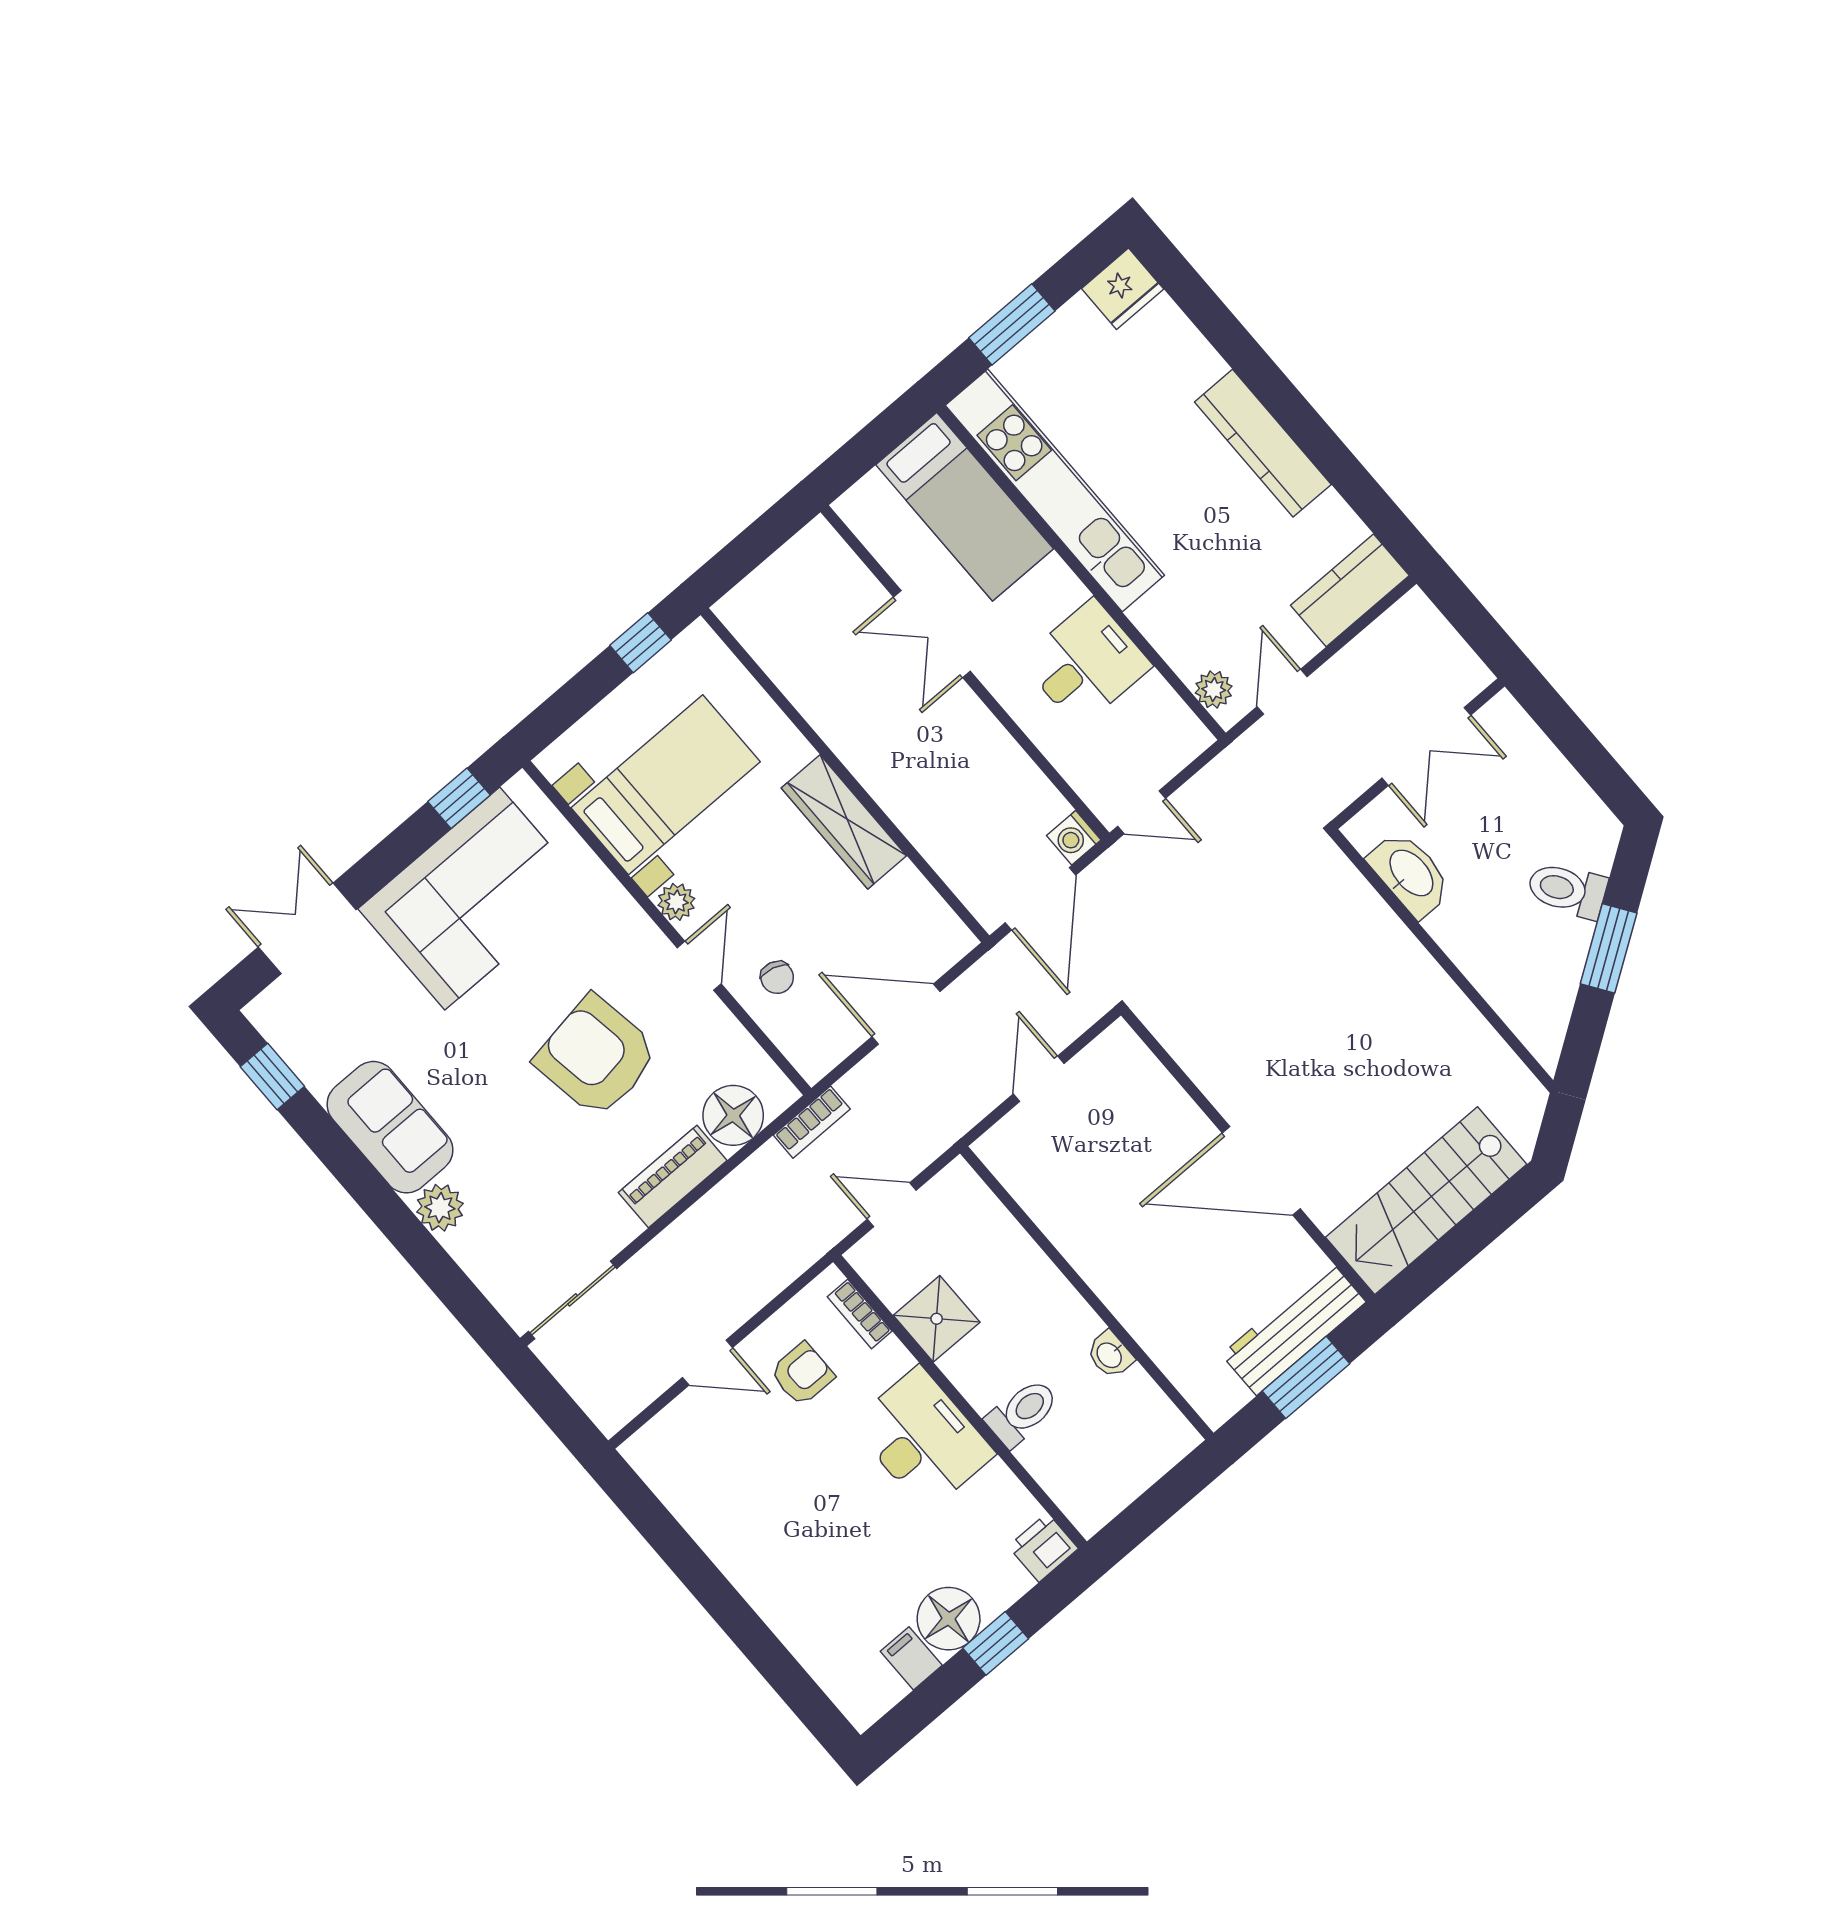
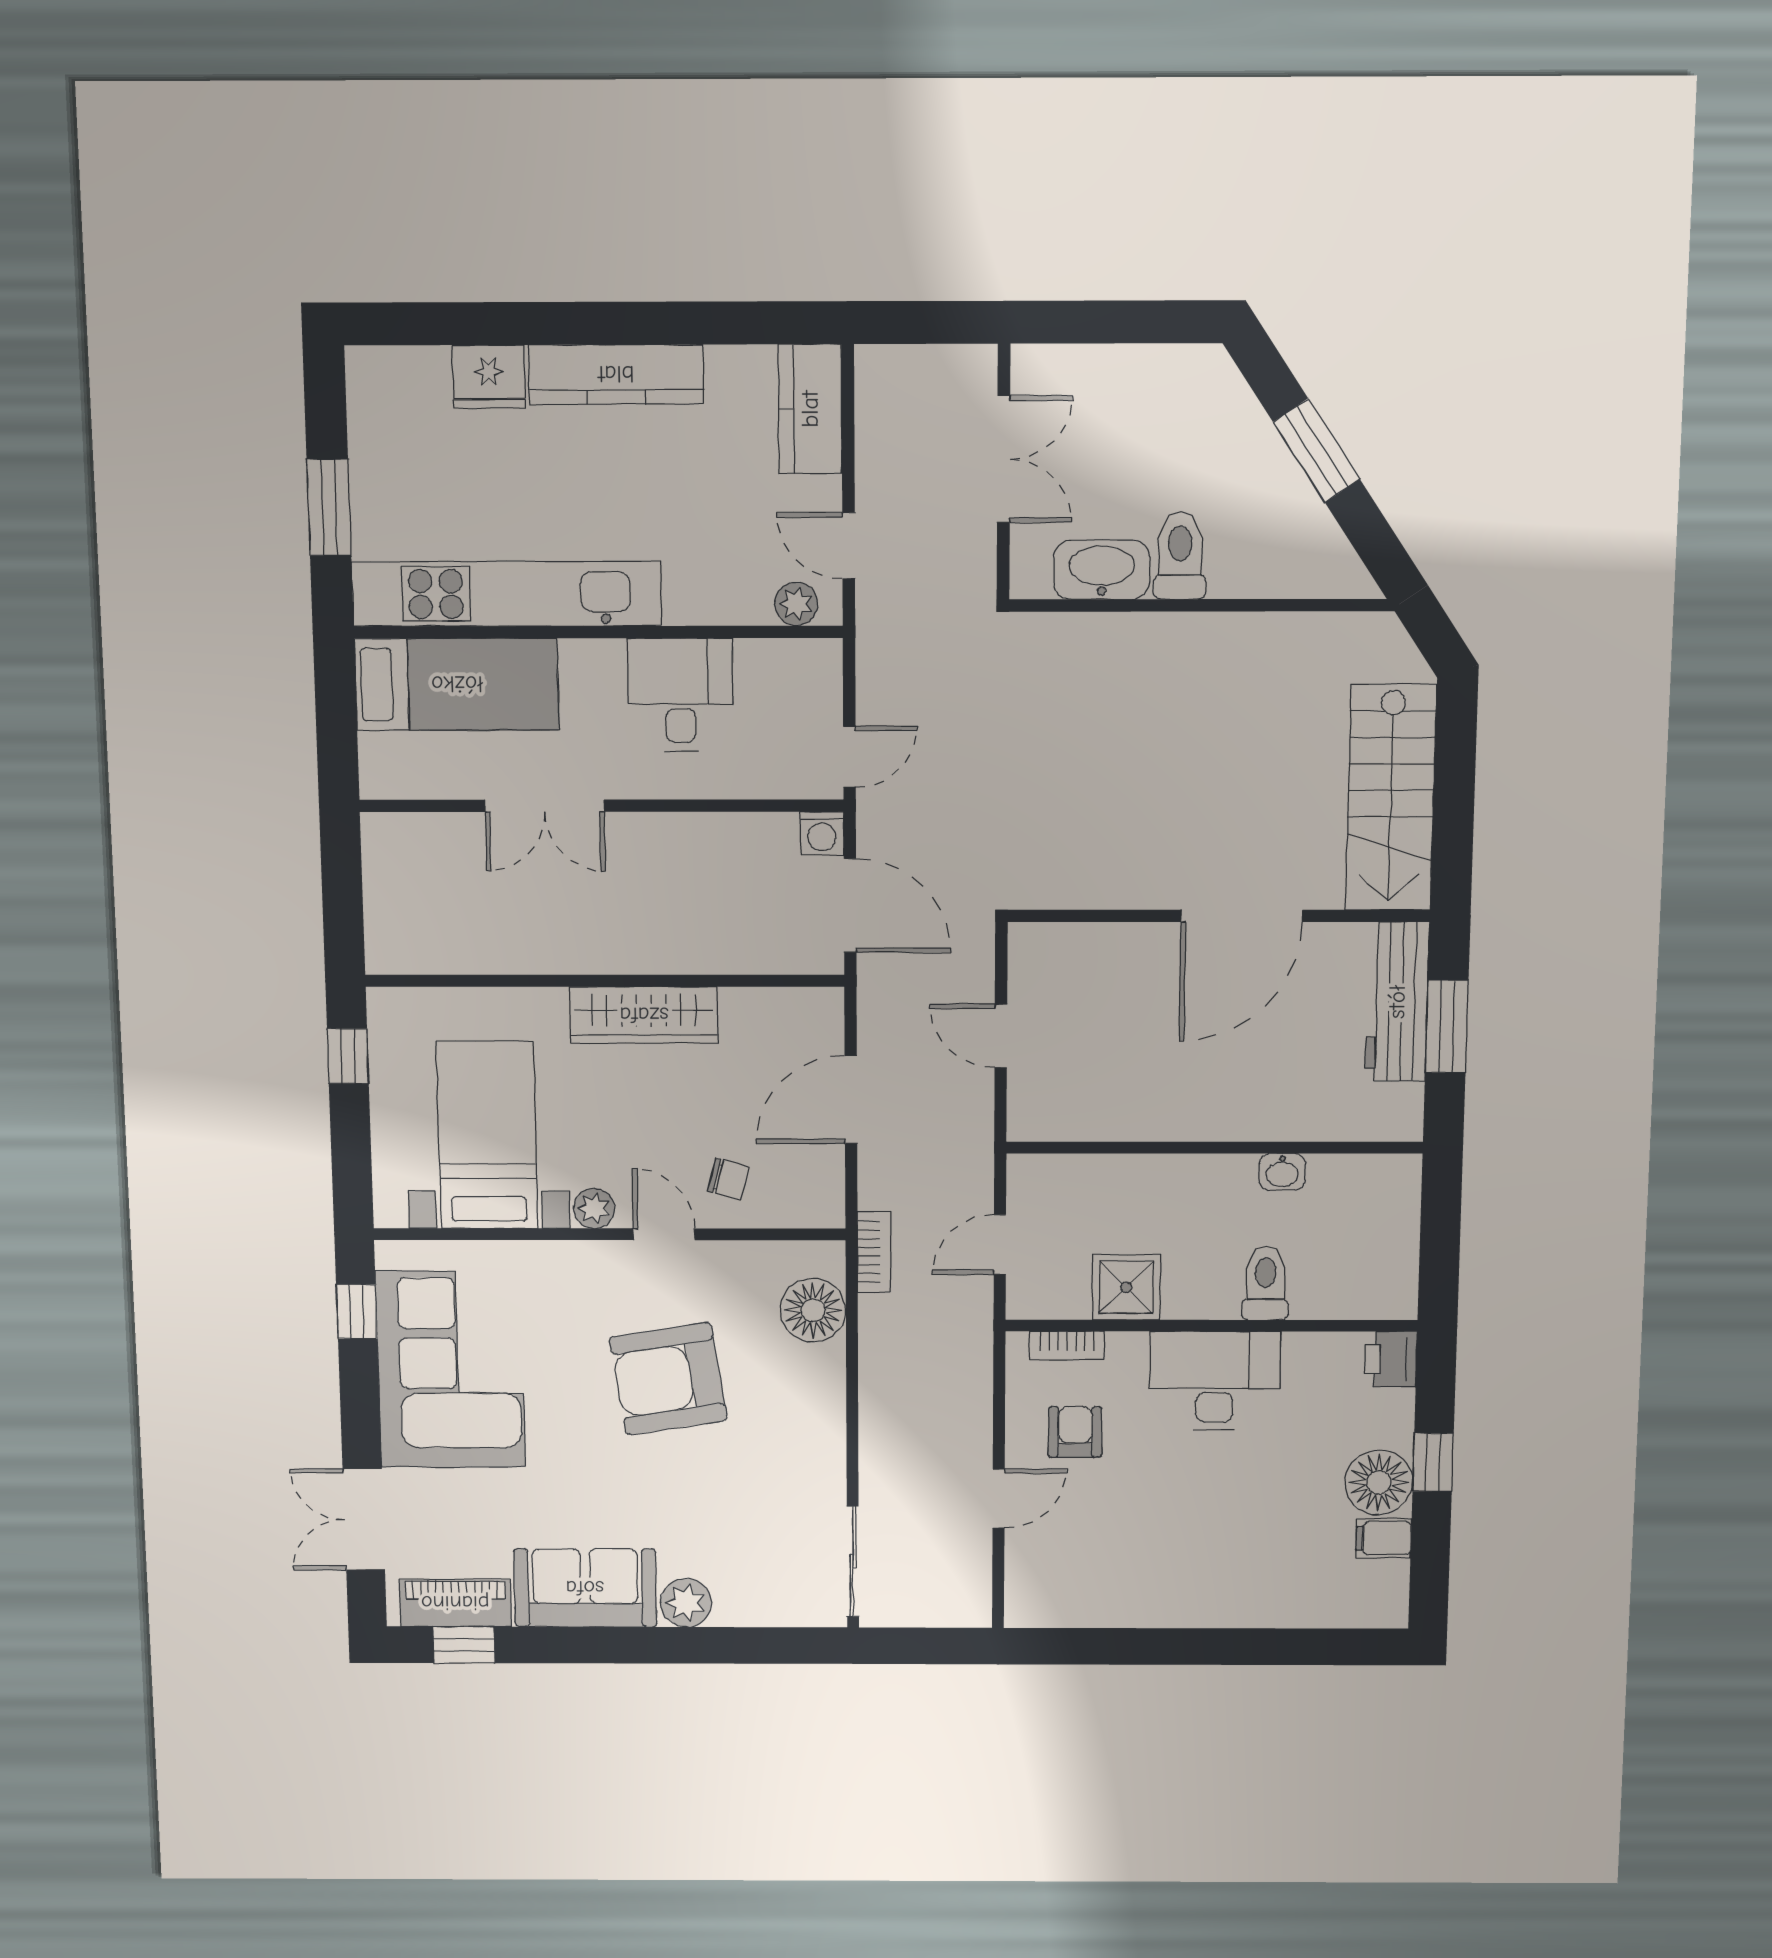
fridge: (1123, 289) -> (489, 377), moved, turned 90
toilet: (1567, 890) -> (1180, 556), moved, turned 124
piano: (673, 1176) -> (455, 1603), moved, turned 90

